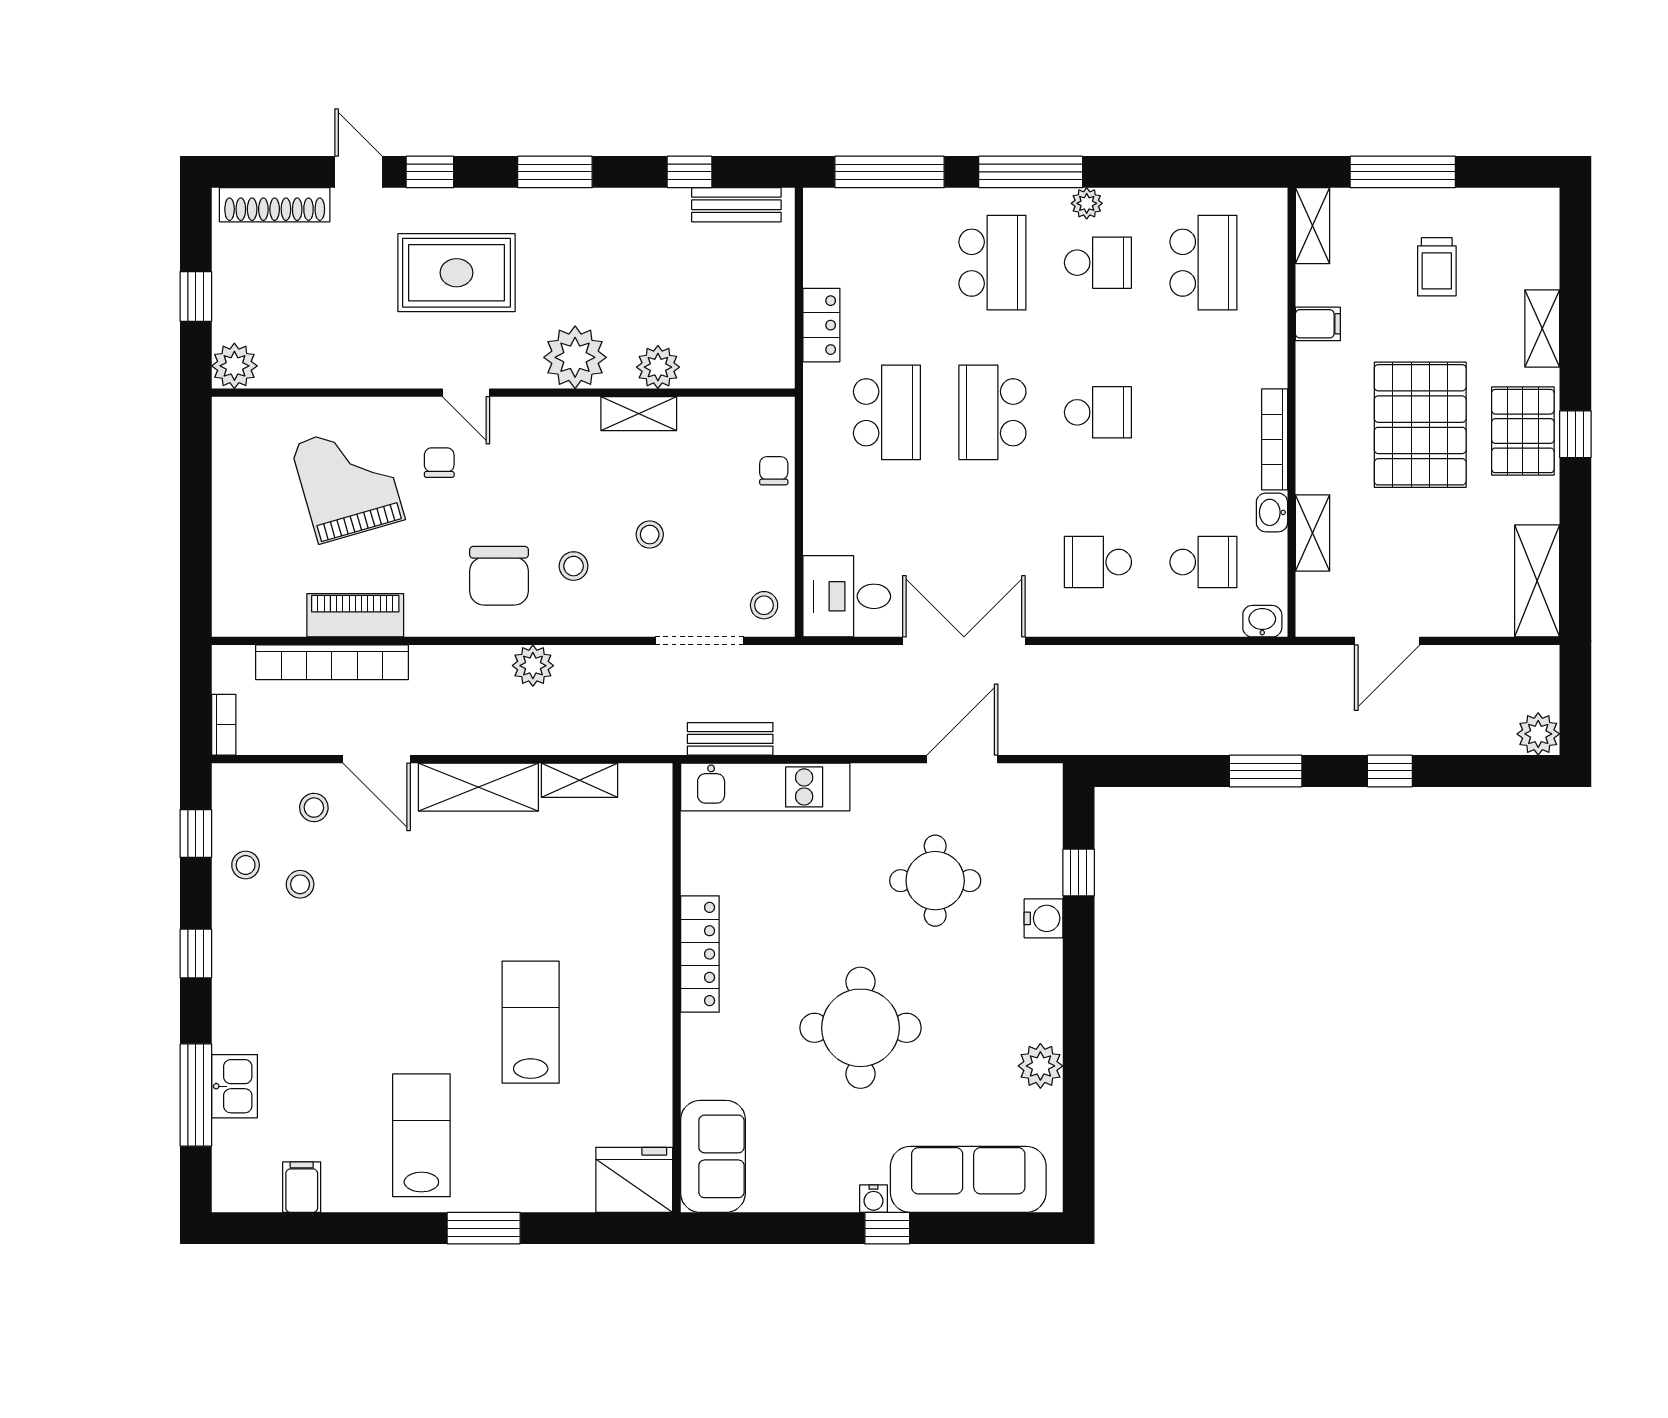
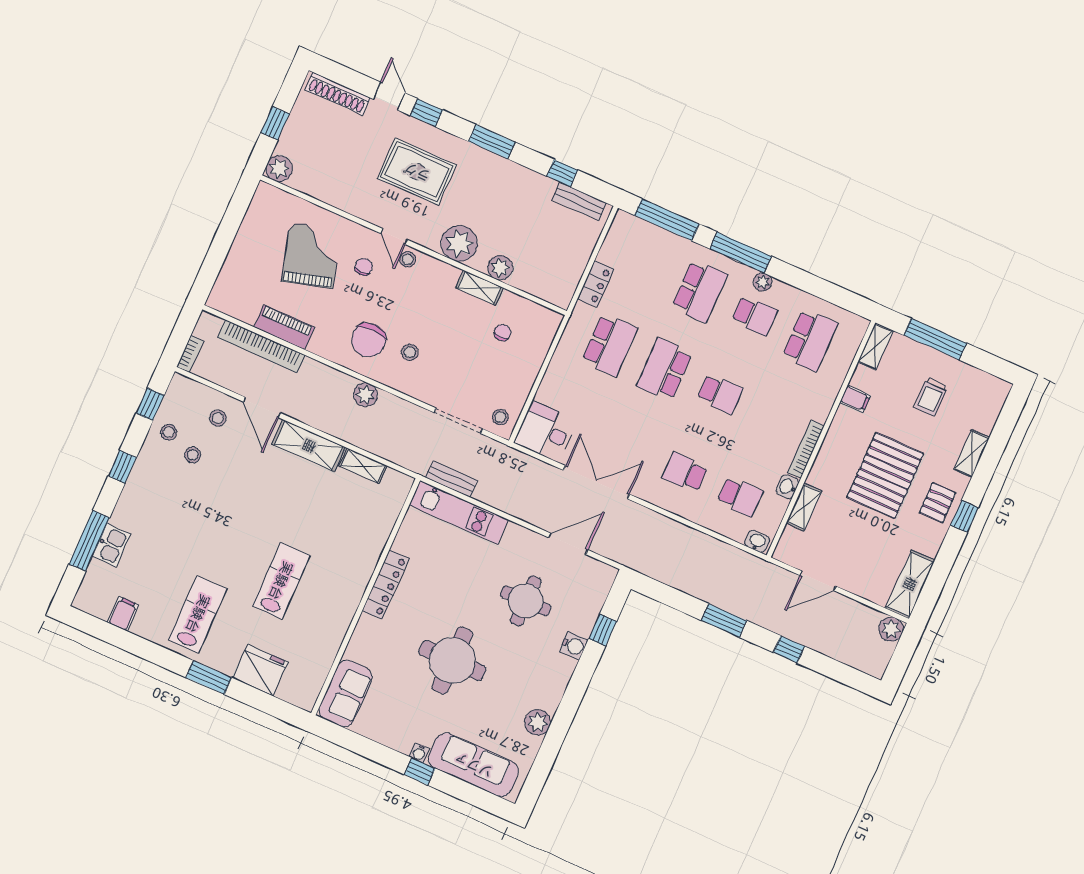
pallet: (1523, 431) -> (938, 503), width x0.67, depth x0.71
chair: (774, 471) -> (502, 333), moved
stool: (650, 535) -> (408, 259), moved
plant: (1538, 734) -> (891, 629), moved
fridge: (634, 1180) -> (260, 670), moved

